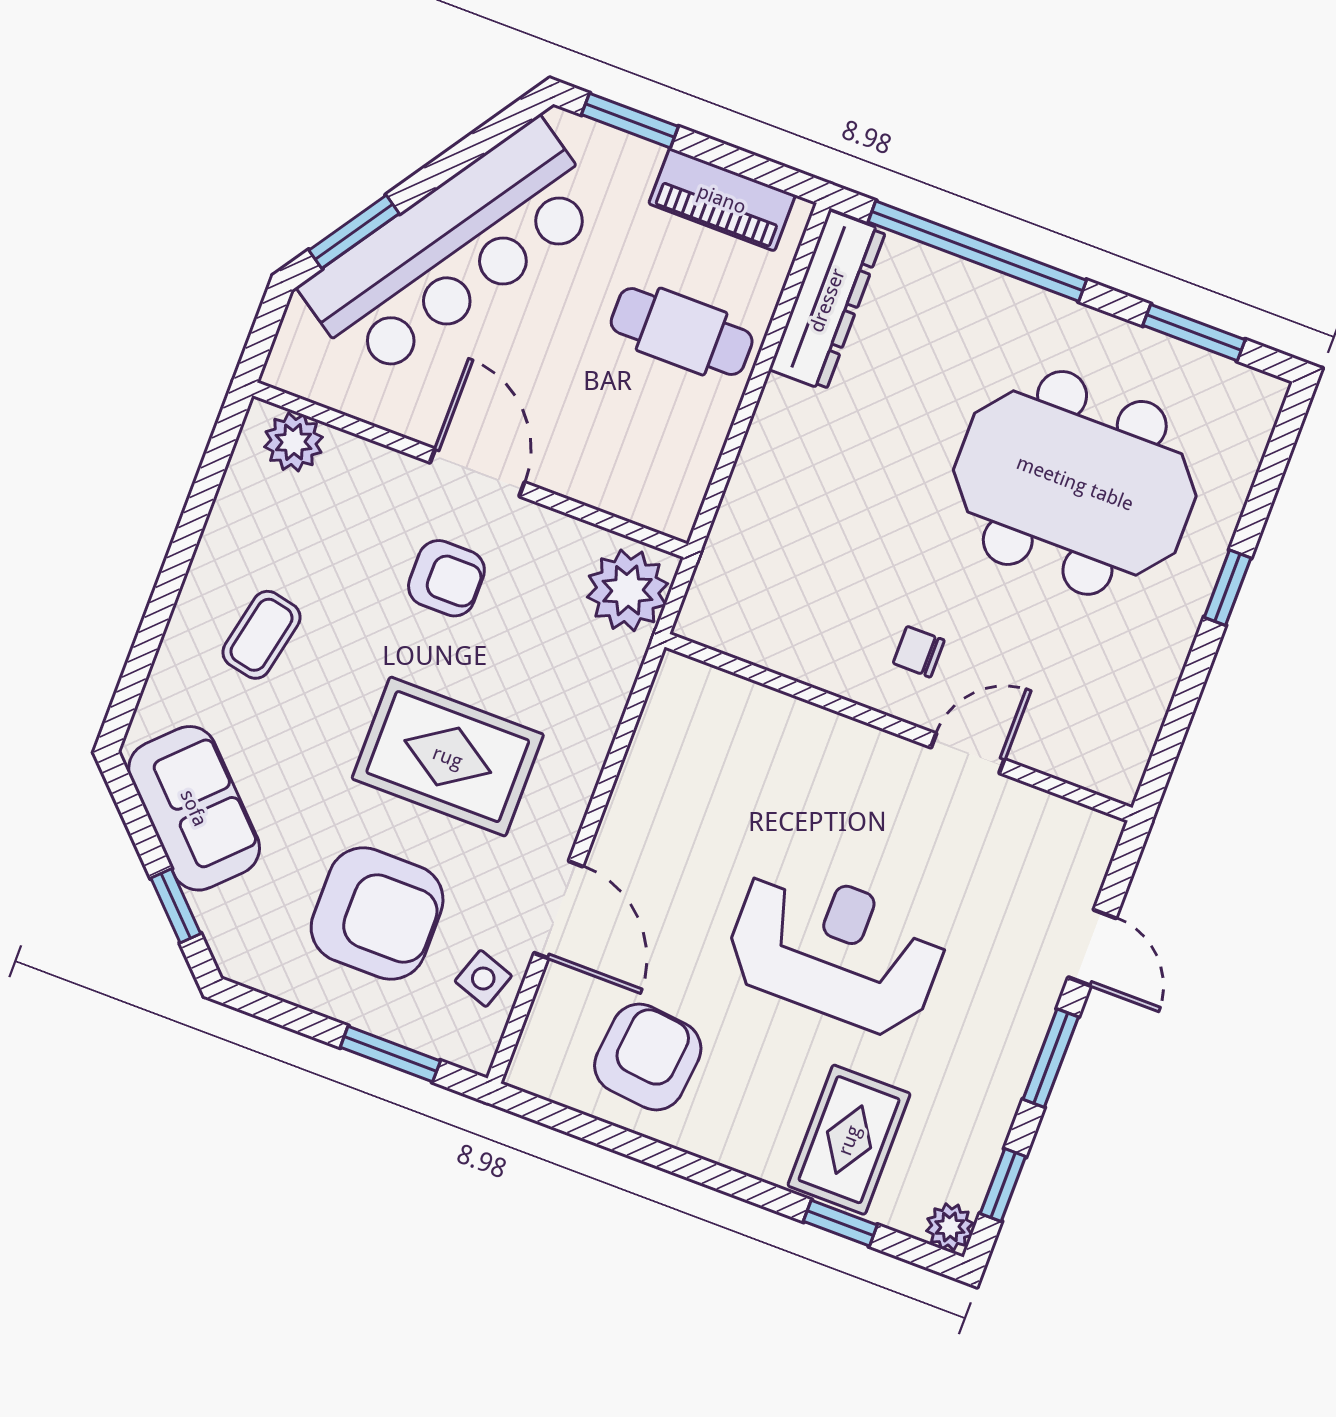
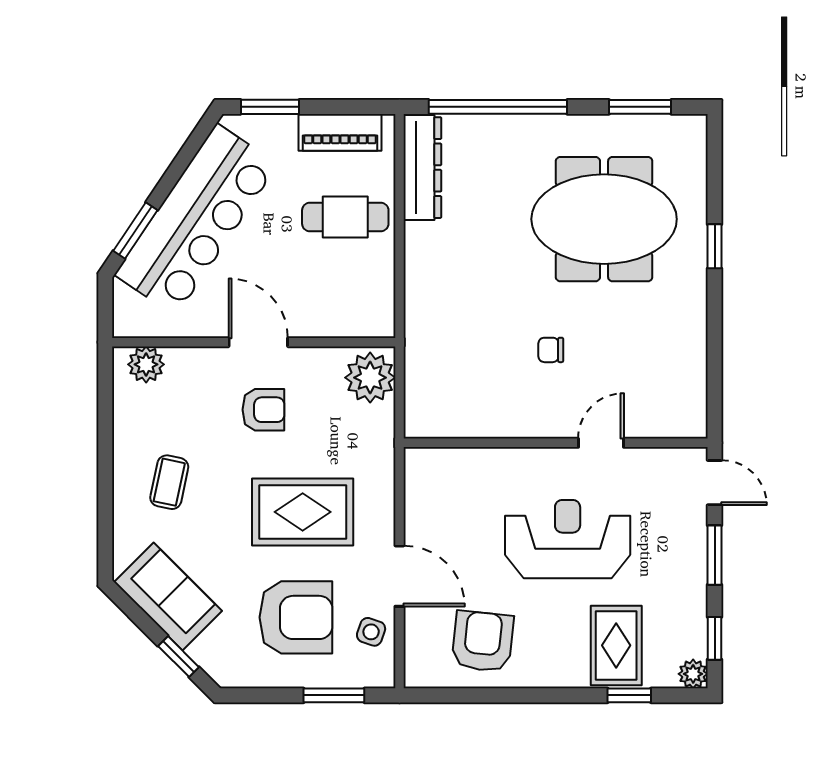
wall: (899, 727) -> (556, 443), moved
door: (968, 753) -> (601, 443), moved

